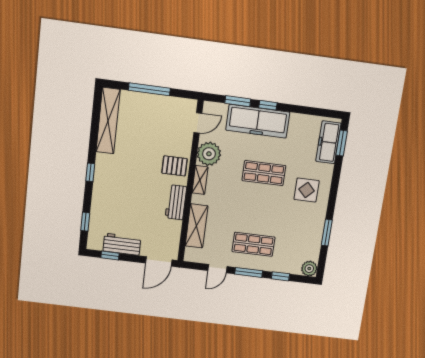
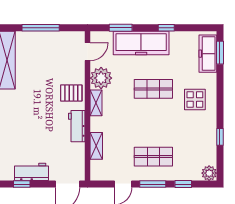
window: (268, 105) -> (166, 28), moved
shelving: (197, 226) -> (96, 146), width x0.67, depth x0.75
window: (327, 233) -> (220, 137), width x0.67

